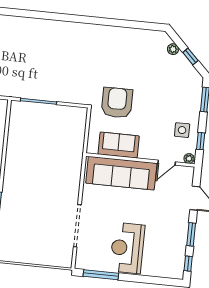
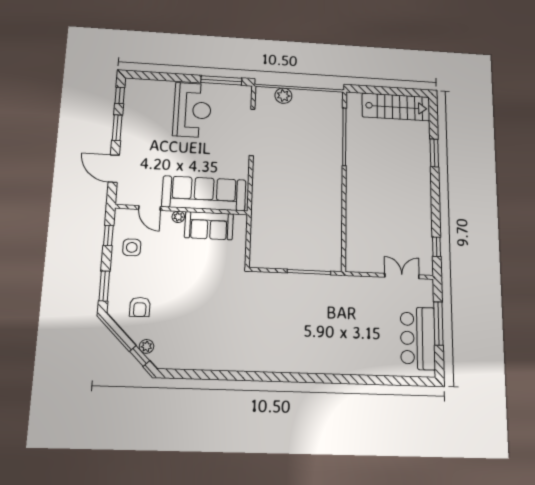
window: (190, 56) -> (140, 356), moved
armchair: (117, 103) -> (140, 307), moved, width x0.53, depth x0.53
plant: (189, 159) -> (178, 217), moved
door: (167, 163) -> (150, 208), swing flipped
plant: (48, 259) -> (283, 96), added

